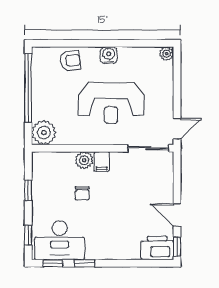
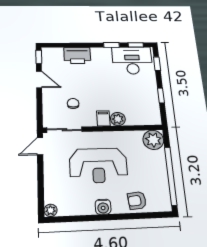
reception desk: (111, 103) -> (98, 165), turned 180
chair: (82, 193) -> (73, 103), moved
printer: (157, 248) -> (77, 55), moved

